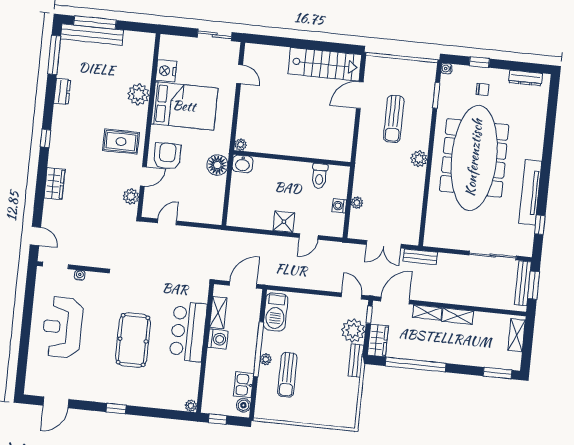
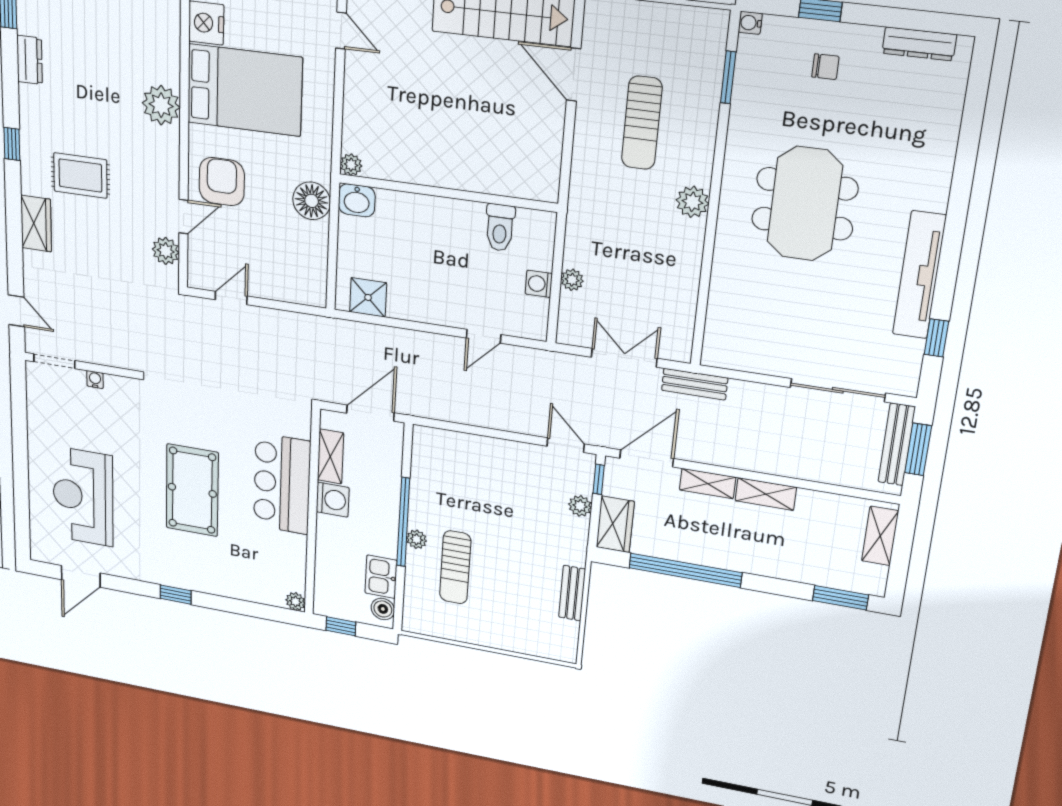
plant: (138, 94) -> (161, 105), moved
door: (360, 95) -> (574, 75), hinge flipped
rug: (121, 141) -> (80, 175), moved
meeting table: (474, 158) -> (805, 204), width x0.54, depth x0.79
shower: (284, 222) -> (368, 297), moved
double door: (384, 244) -> (624, 358), swing flipped
barbecue: (276, 312) -> (430, 463), removed
reception desk: (63, 327) -> (83, 496), moved
plant: (353, 331) -> (580, 506), width x0.53, depth x0.53
bench: (356, 360) -> (572, 593), moved

